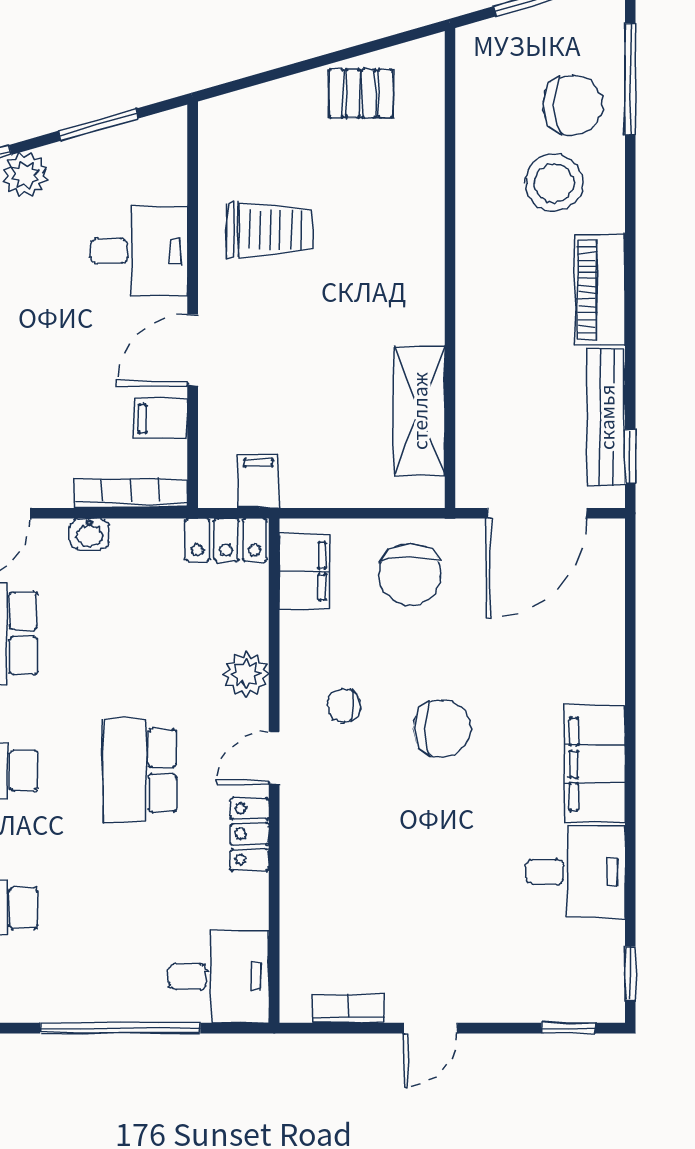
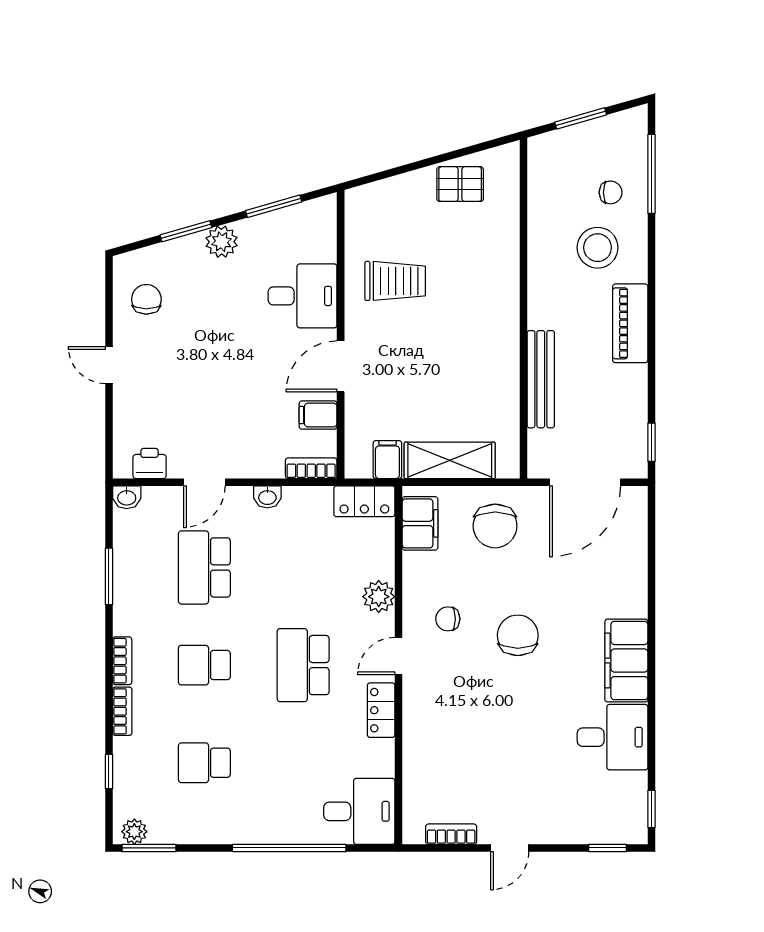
chair: (573, 105) -> (611, 192), width x0.54, depth x0.54
shelving: (419, 411) -> (450, 460), moved, turned 90
bench: (606, 417) -> (541, 379), moved
bookcase: (131, 494) -> (311, 468), width x0.64
chair: (442, 729) -> (518, 635), turned -90

